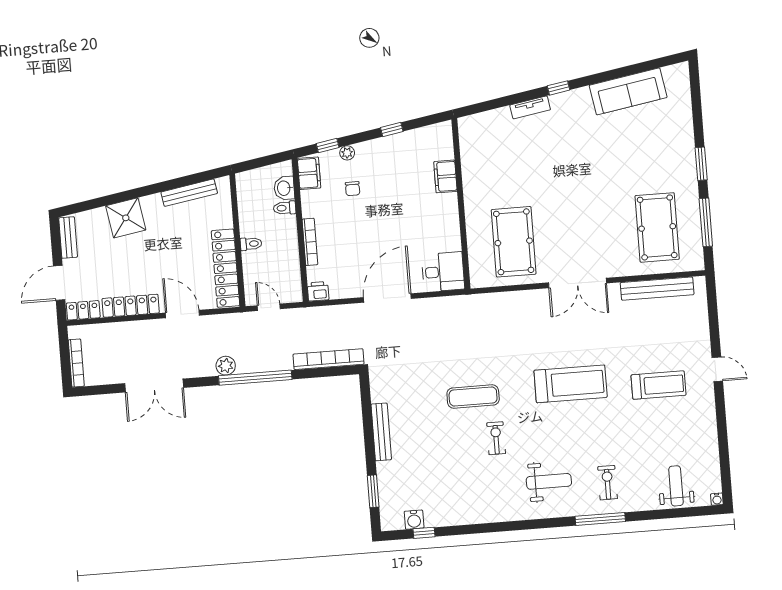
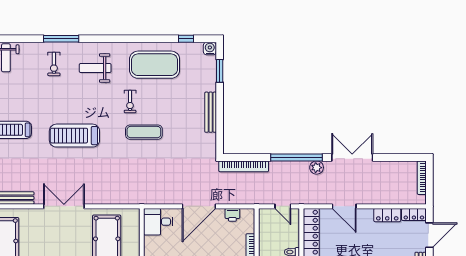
printer: (318, 291) -> (232, 215), moved
locker: (131, 306) -> (387, 215), width x0.66
double door: (154, 386) -> (352, 157), moved
exercise mat: (466, 493) -> (155, 65), added
water cooler: (414, 520) -> (210, 49), moved

